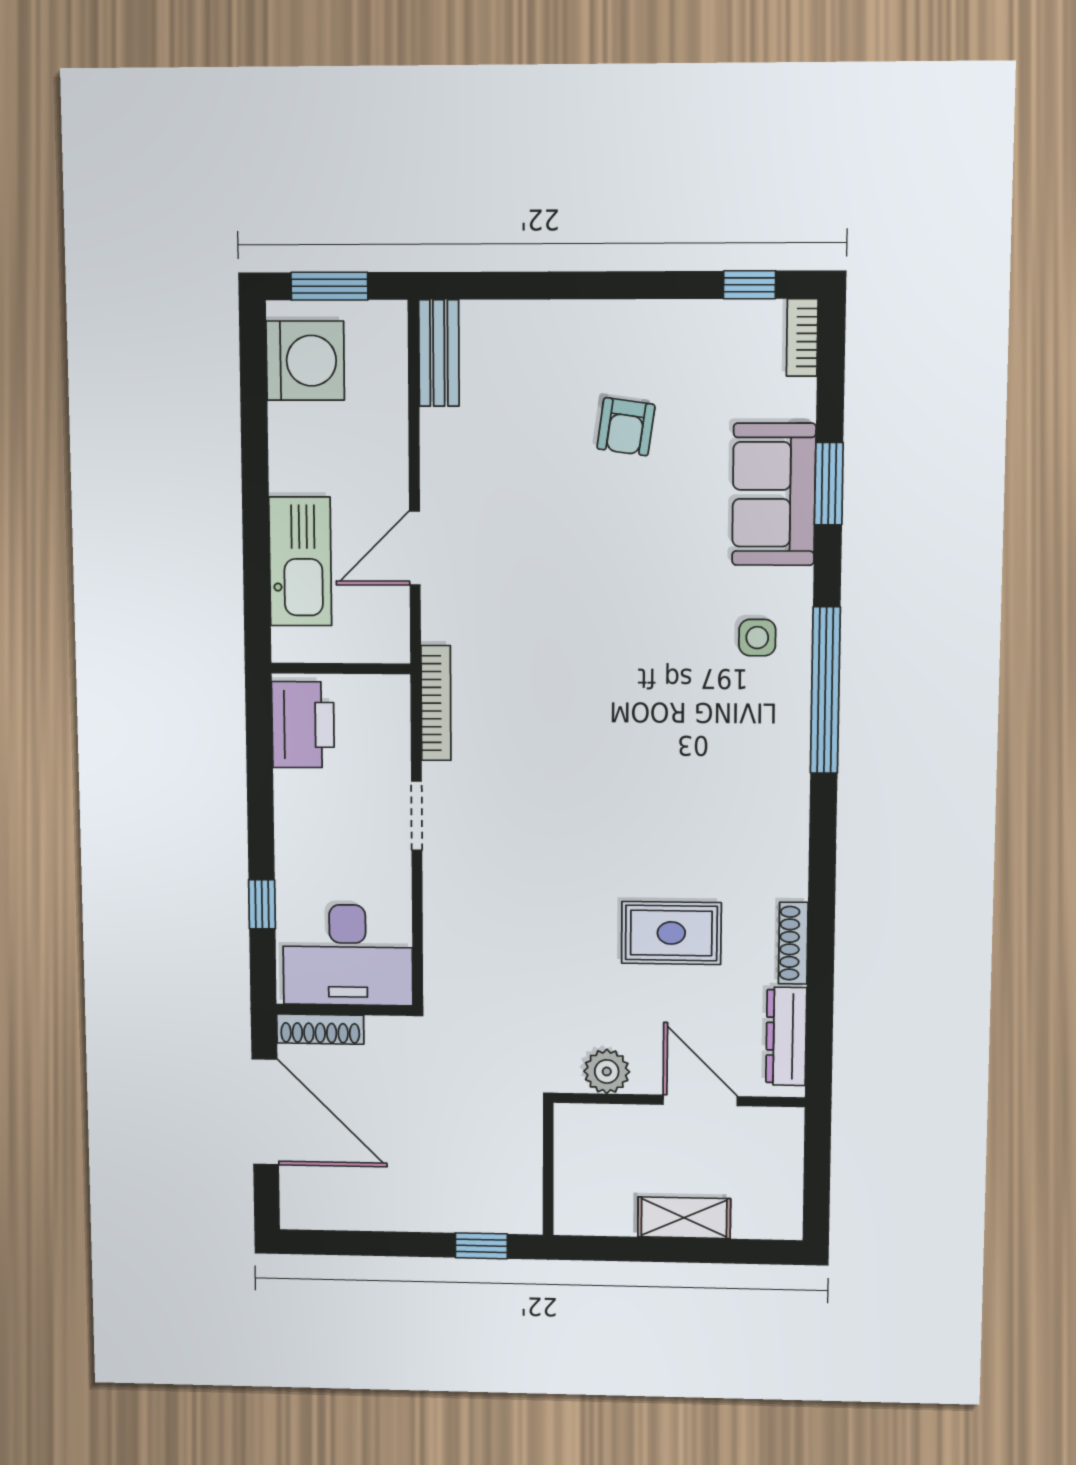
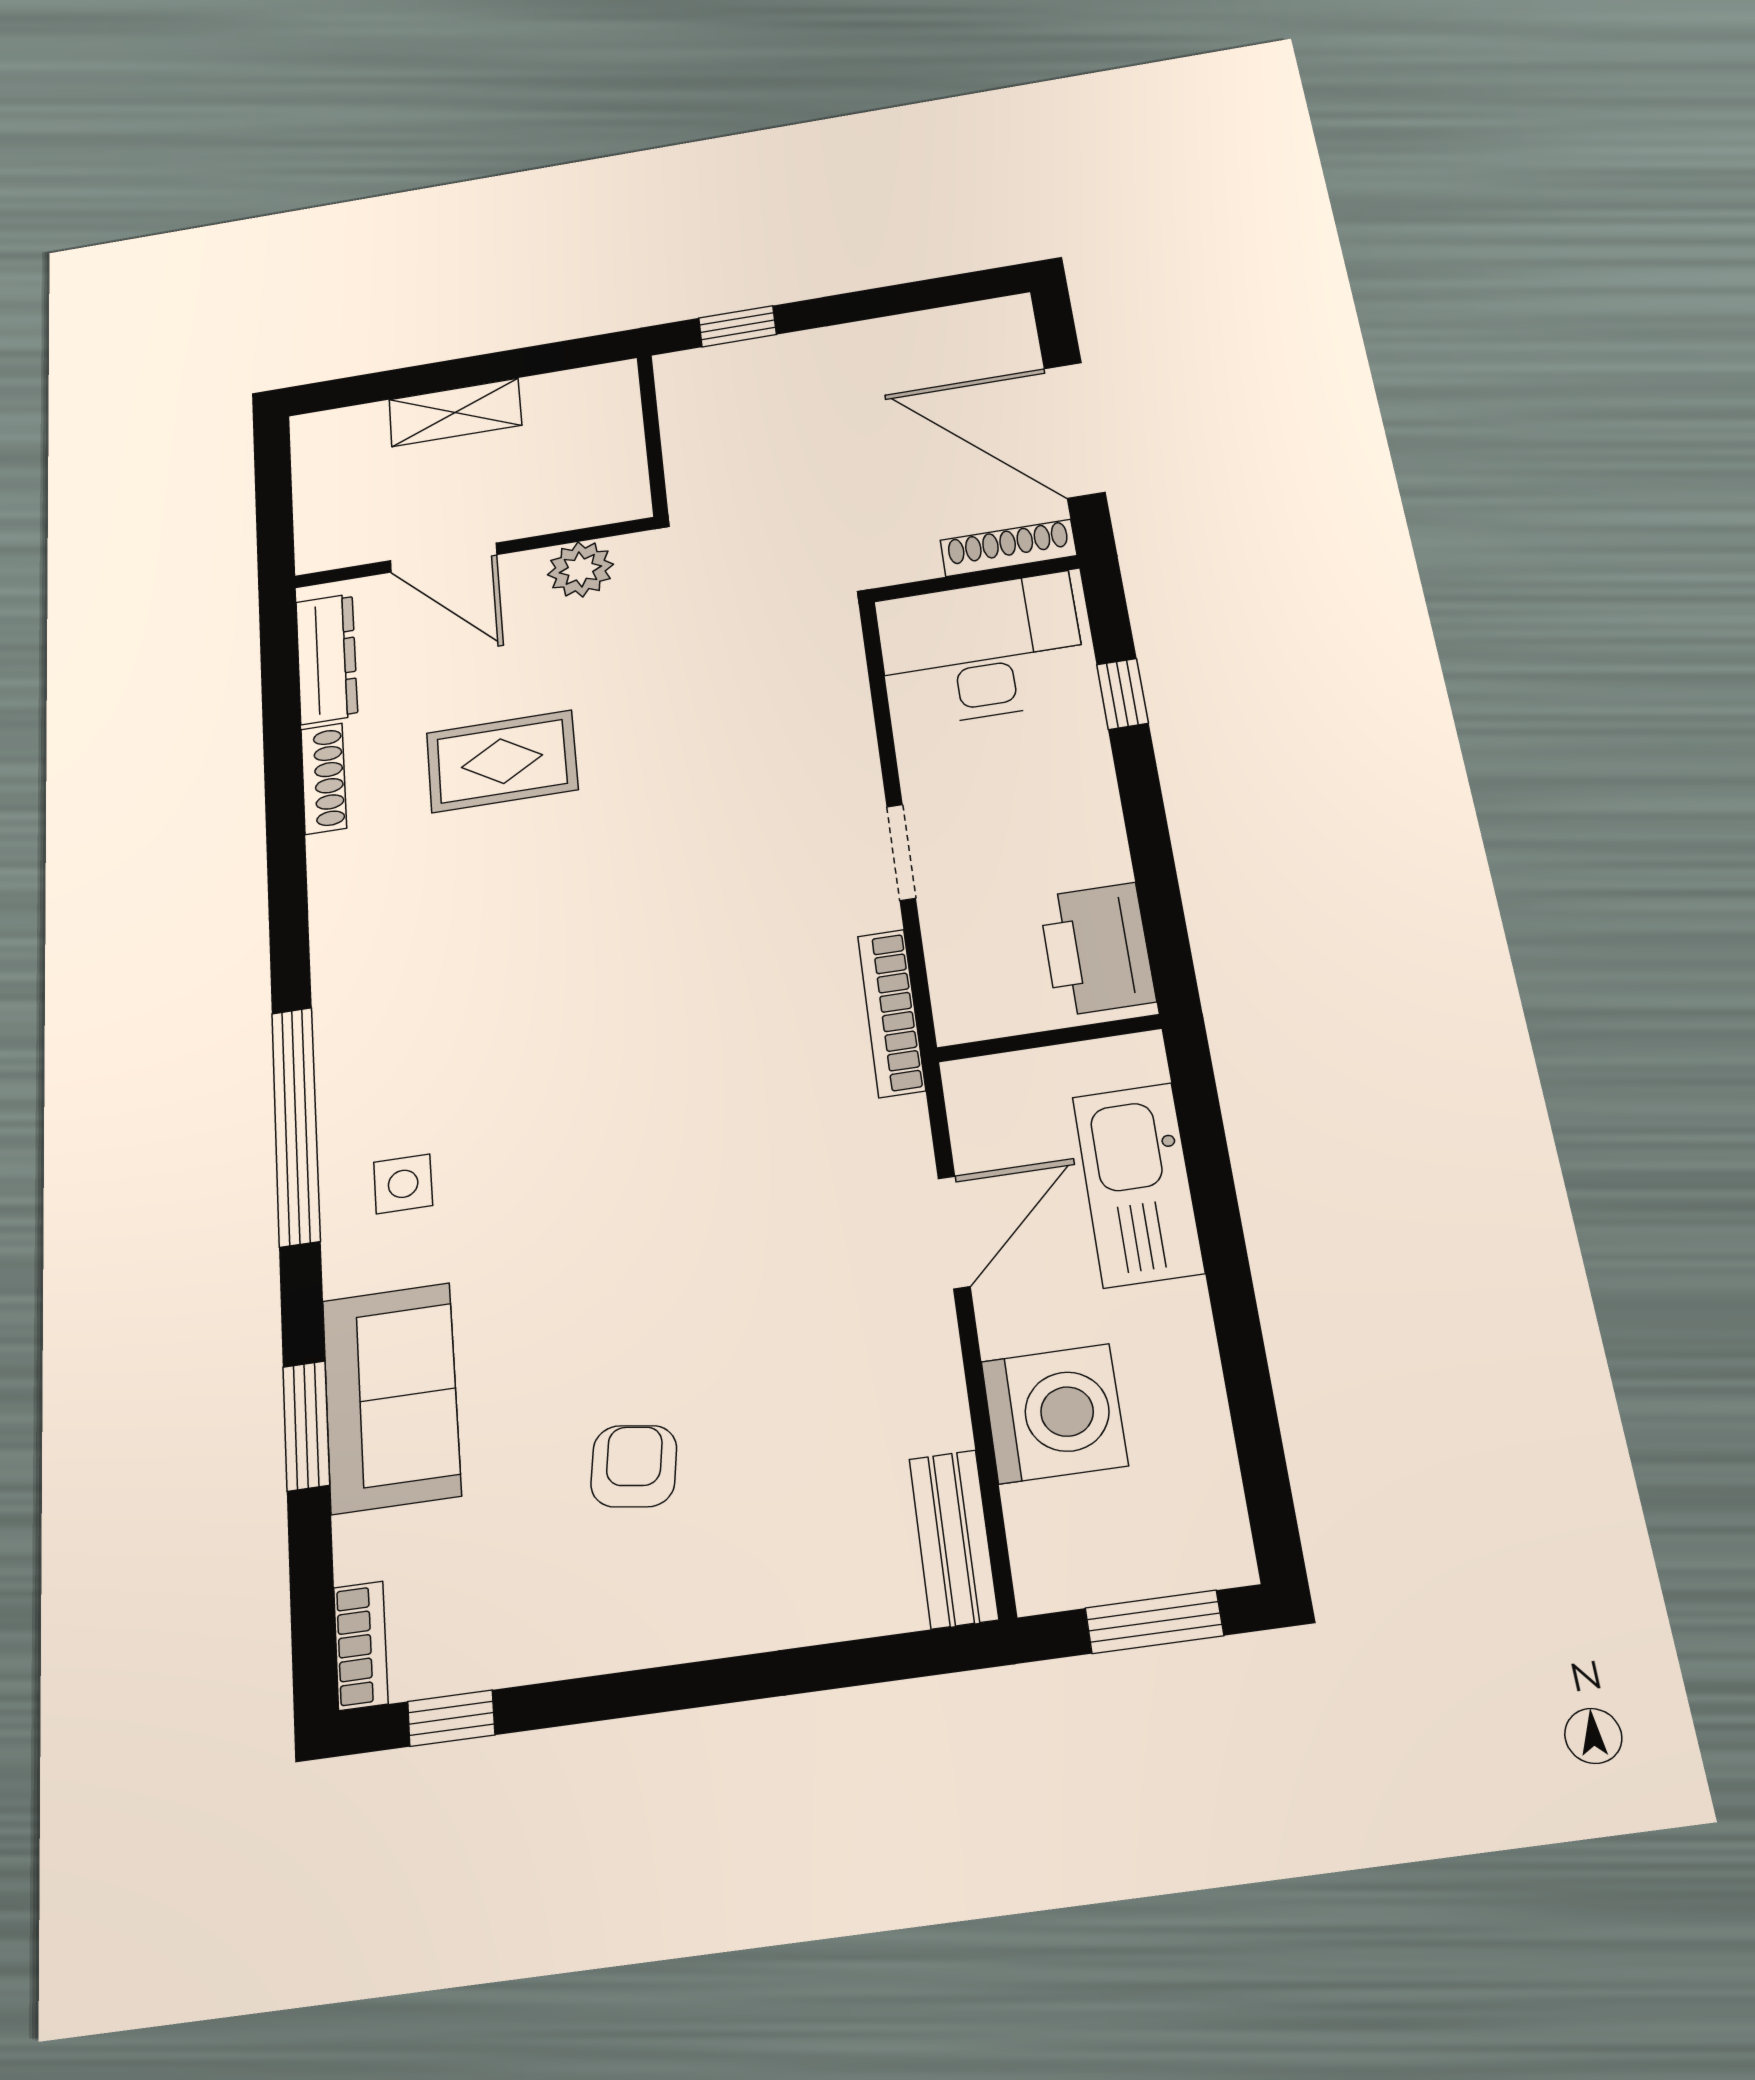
washing machine: (305, 361) -> (1054, 1413), moved, turned 180

